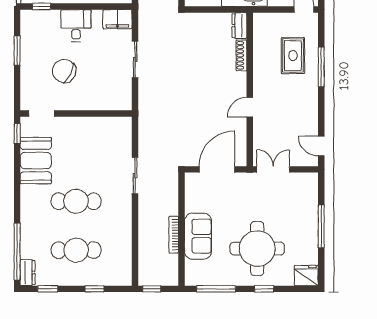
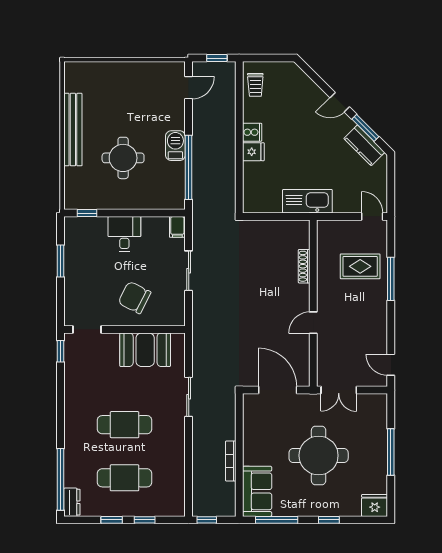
filing cabinet: (117, 19) -> (177, 227), width x0.50
dresser: (239, 26) -> (302, 234), removed
rug: (293, 55) -> (360, 266), turned 90
chair: (64, 71) -> (135, 298), moved
booth: (36, 161) -> (145, 350), moved, turned 90
door: (217, 169) -> (278, 390), hinge flipped
double door: (273, 169) -> (339, 390), swing flipped
sofa: (198, 236) -> (257, 491), moved
round table: (257, 249) -> (319, 455), moved
window: (48, 289) -> (112, 520), moved

